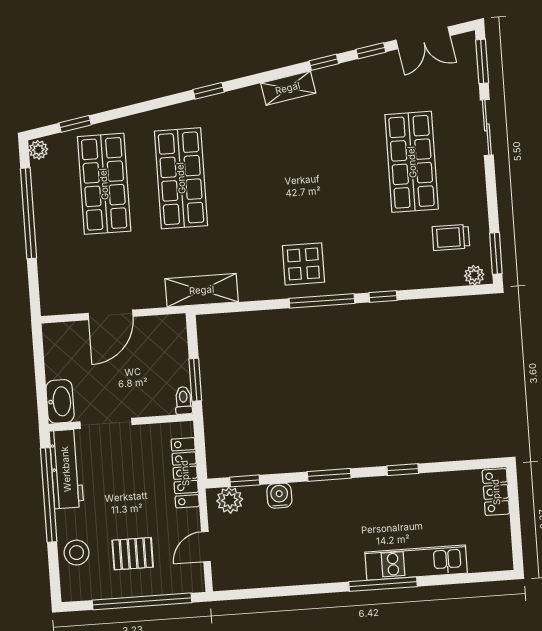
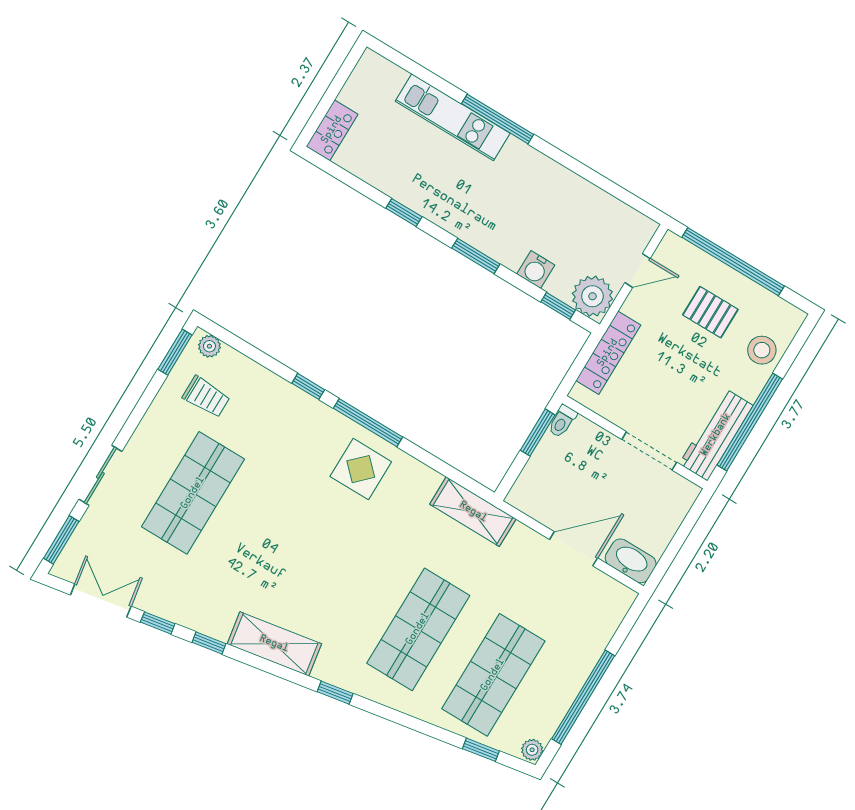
shelving: (288, 88) -> (274, 644), width x1.50, depth x1.33
washbasin: (60, 401) -> (631, 561), moved, turned 90
plant: (230, 500) -> (592, 296), width x1.36, depth x1.36

